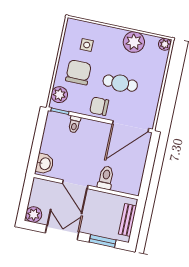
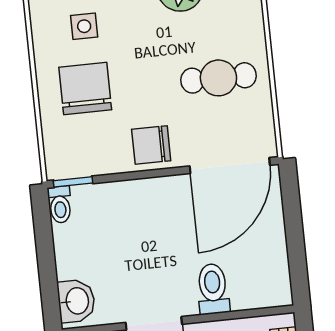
cafe table: (120, 83) -> (218, 78), moved
plant: (59, 95) -> (60, 148), removed
toilet: (74, 124) -> (60, 205), moved

